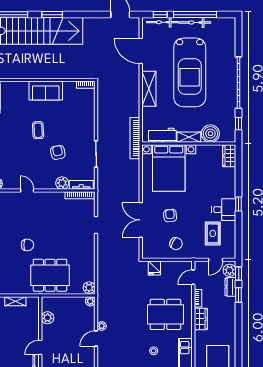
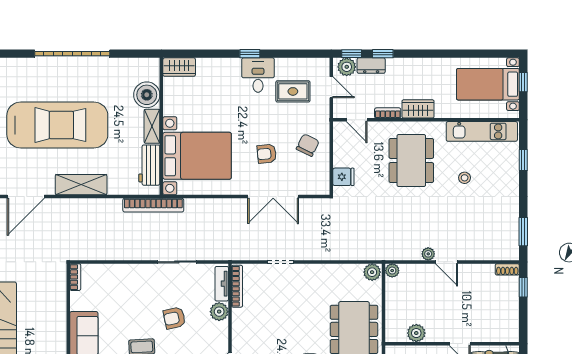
window: (239, 124) -> (132, 54), removed

